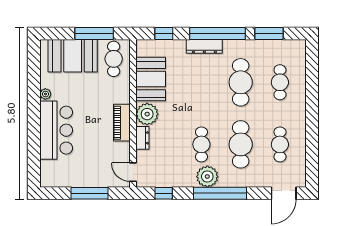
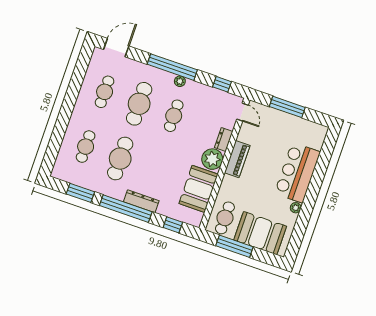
plant: (207, 177) -> (180, 81), width x0.53, depth x0.53

